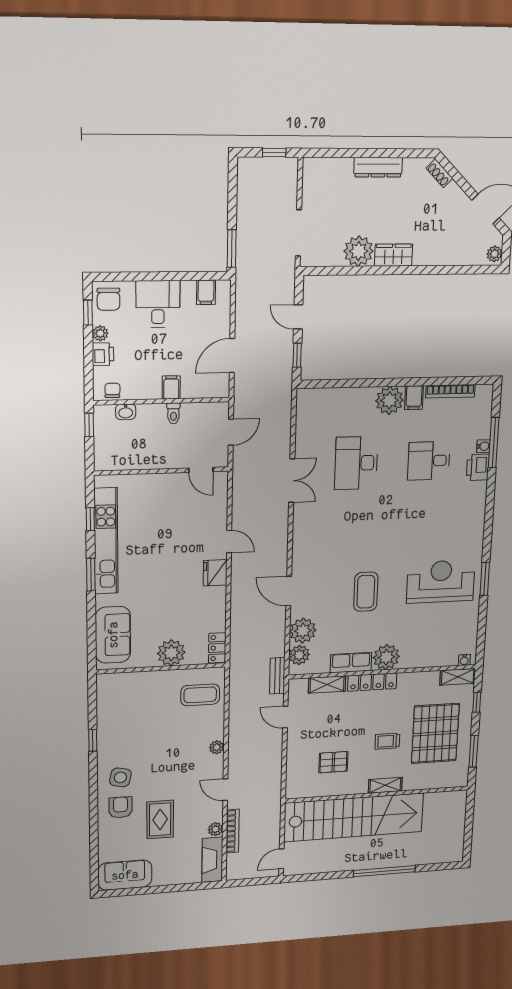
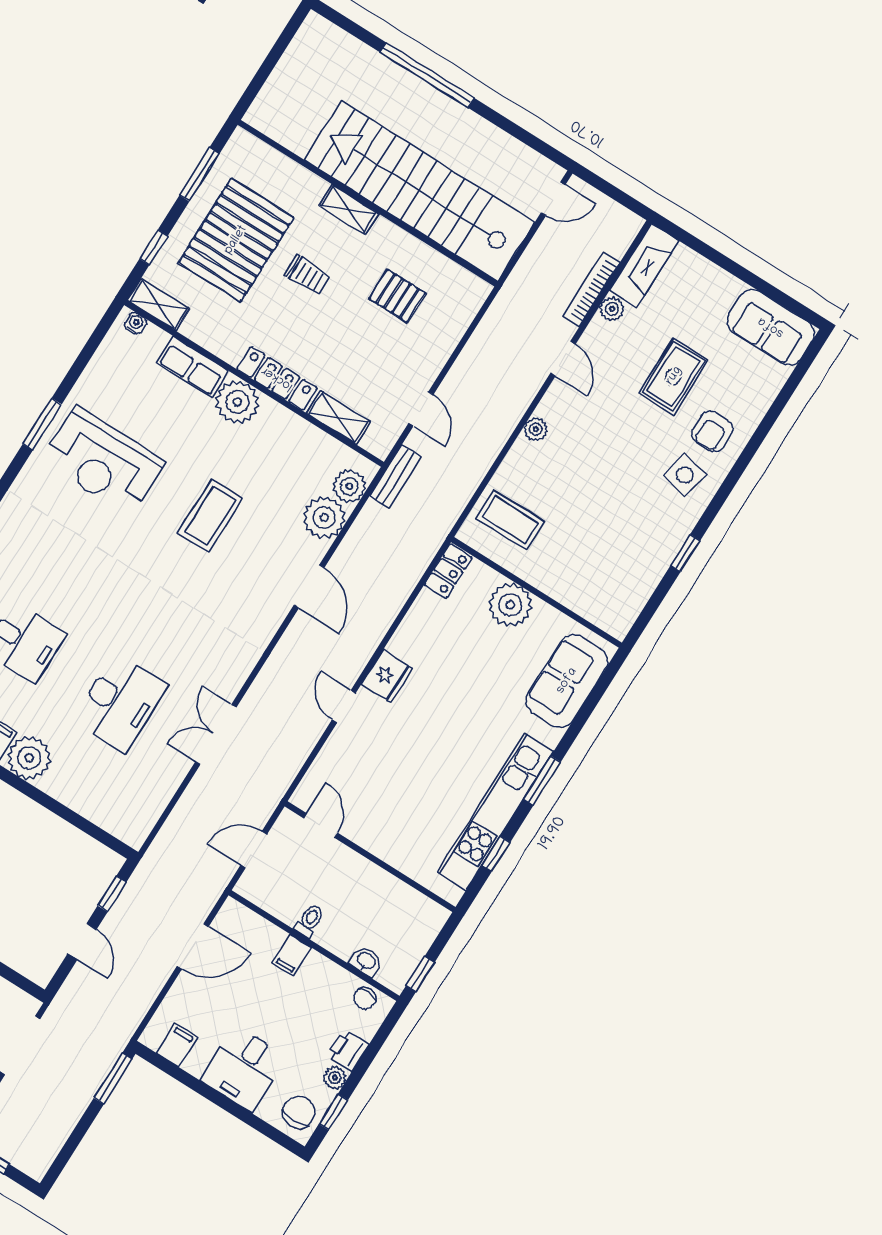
row of seats: (351, 663) -> (192, 367), moved

